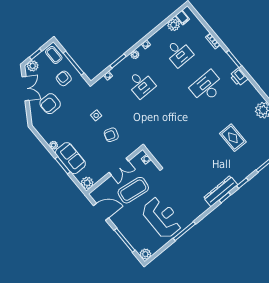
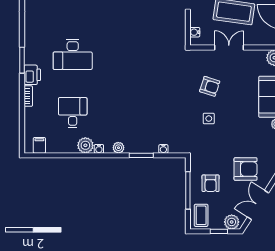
plant: (174, 25) -> (85, 145), moved
printer: (239, 77) -> (32, 75), moved
desk: (141, 84) -> (137, 113), removed

